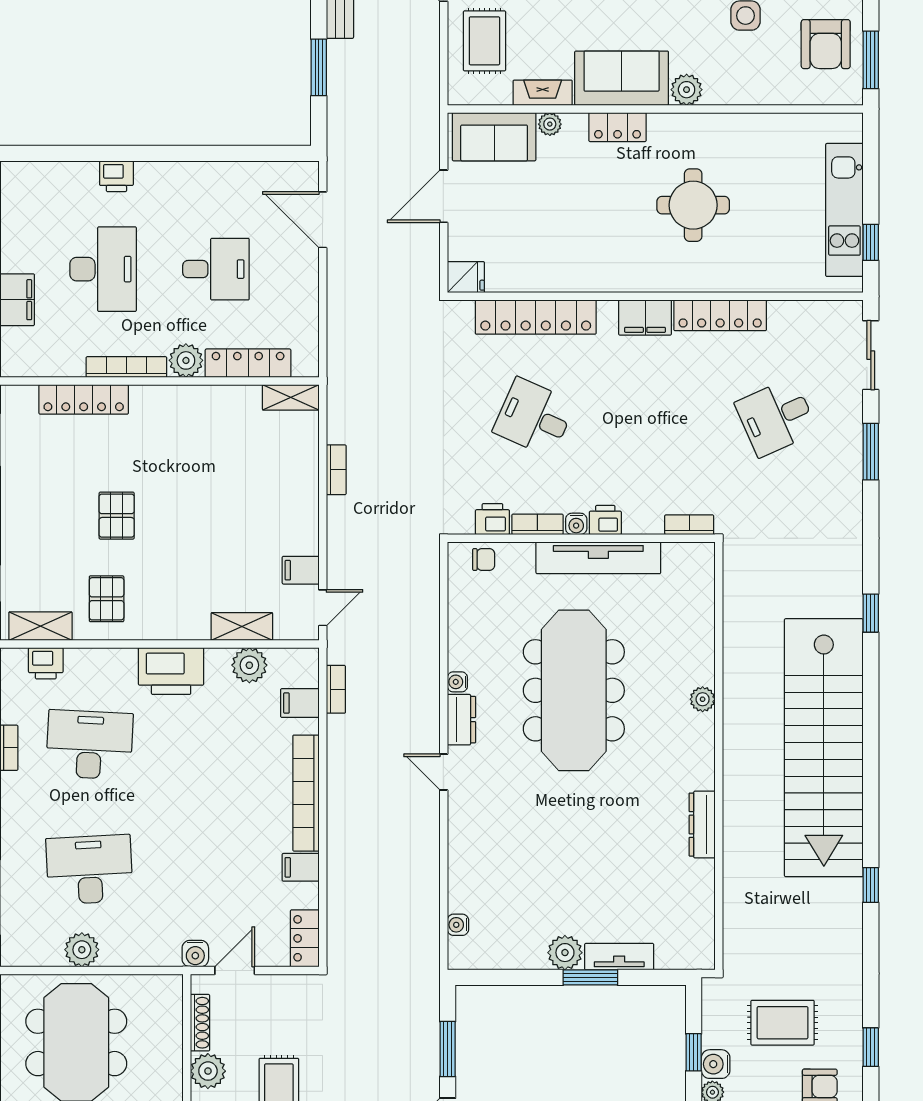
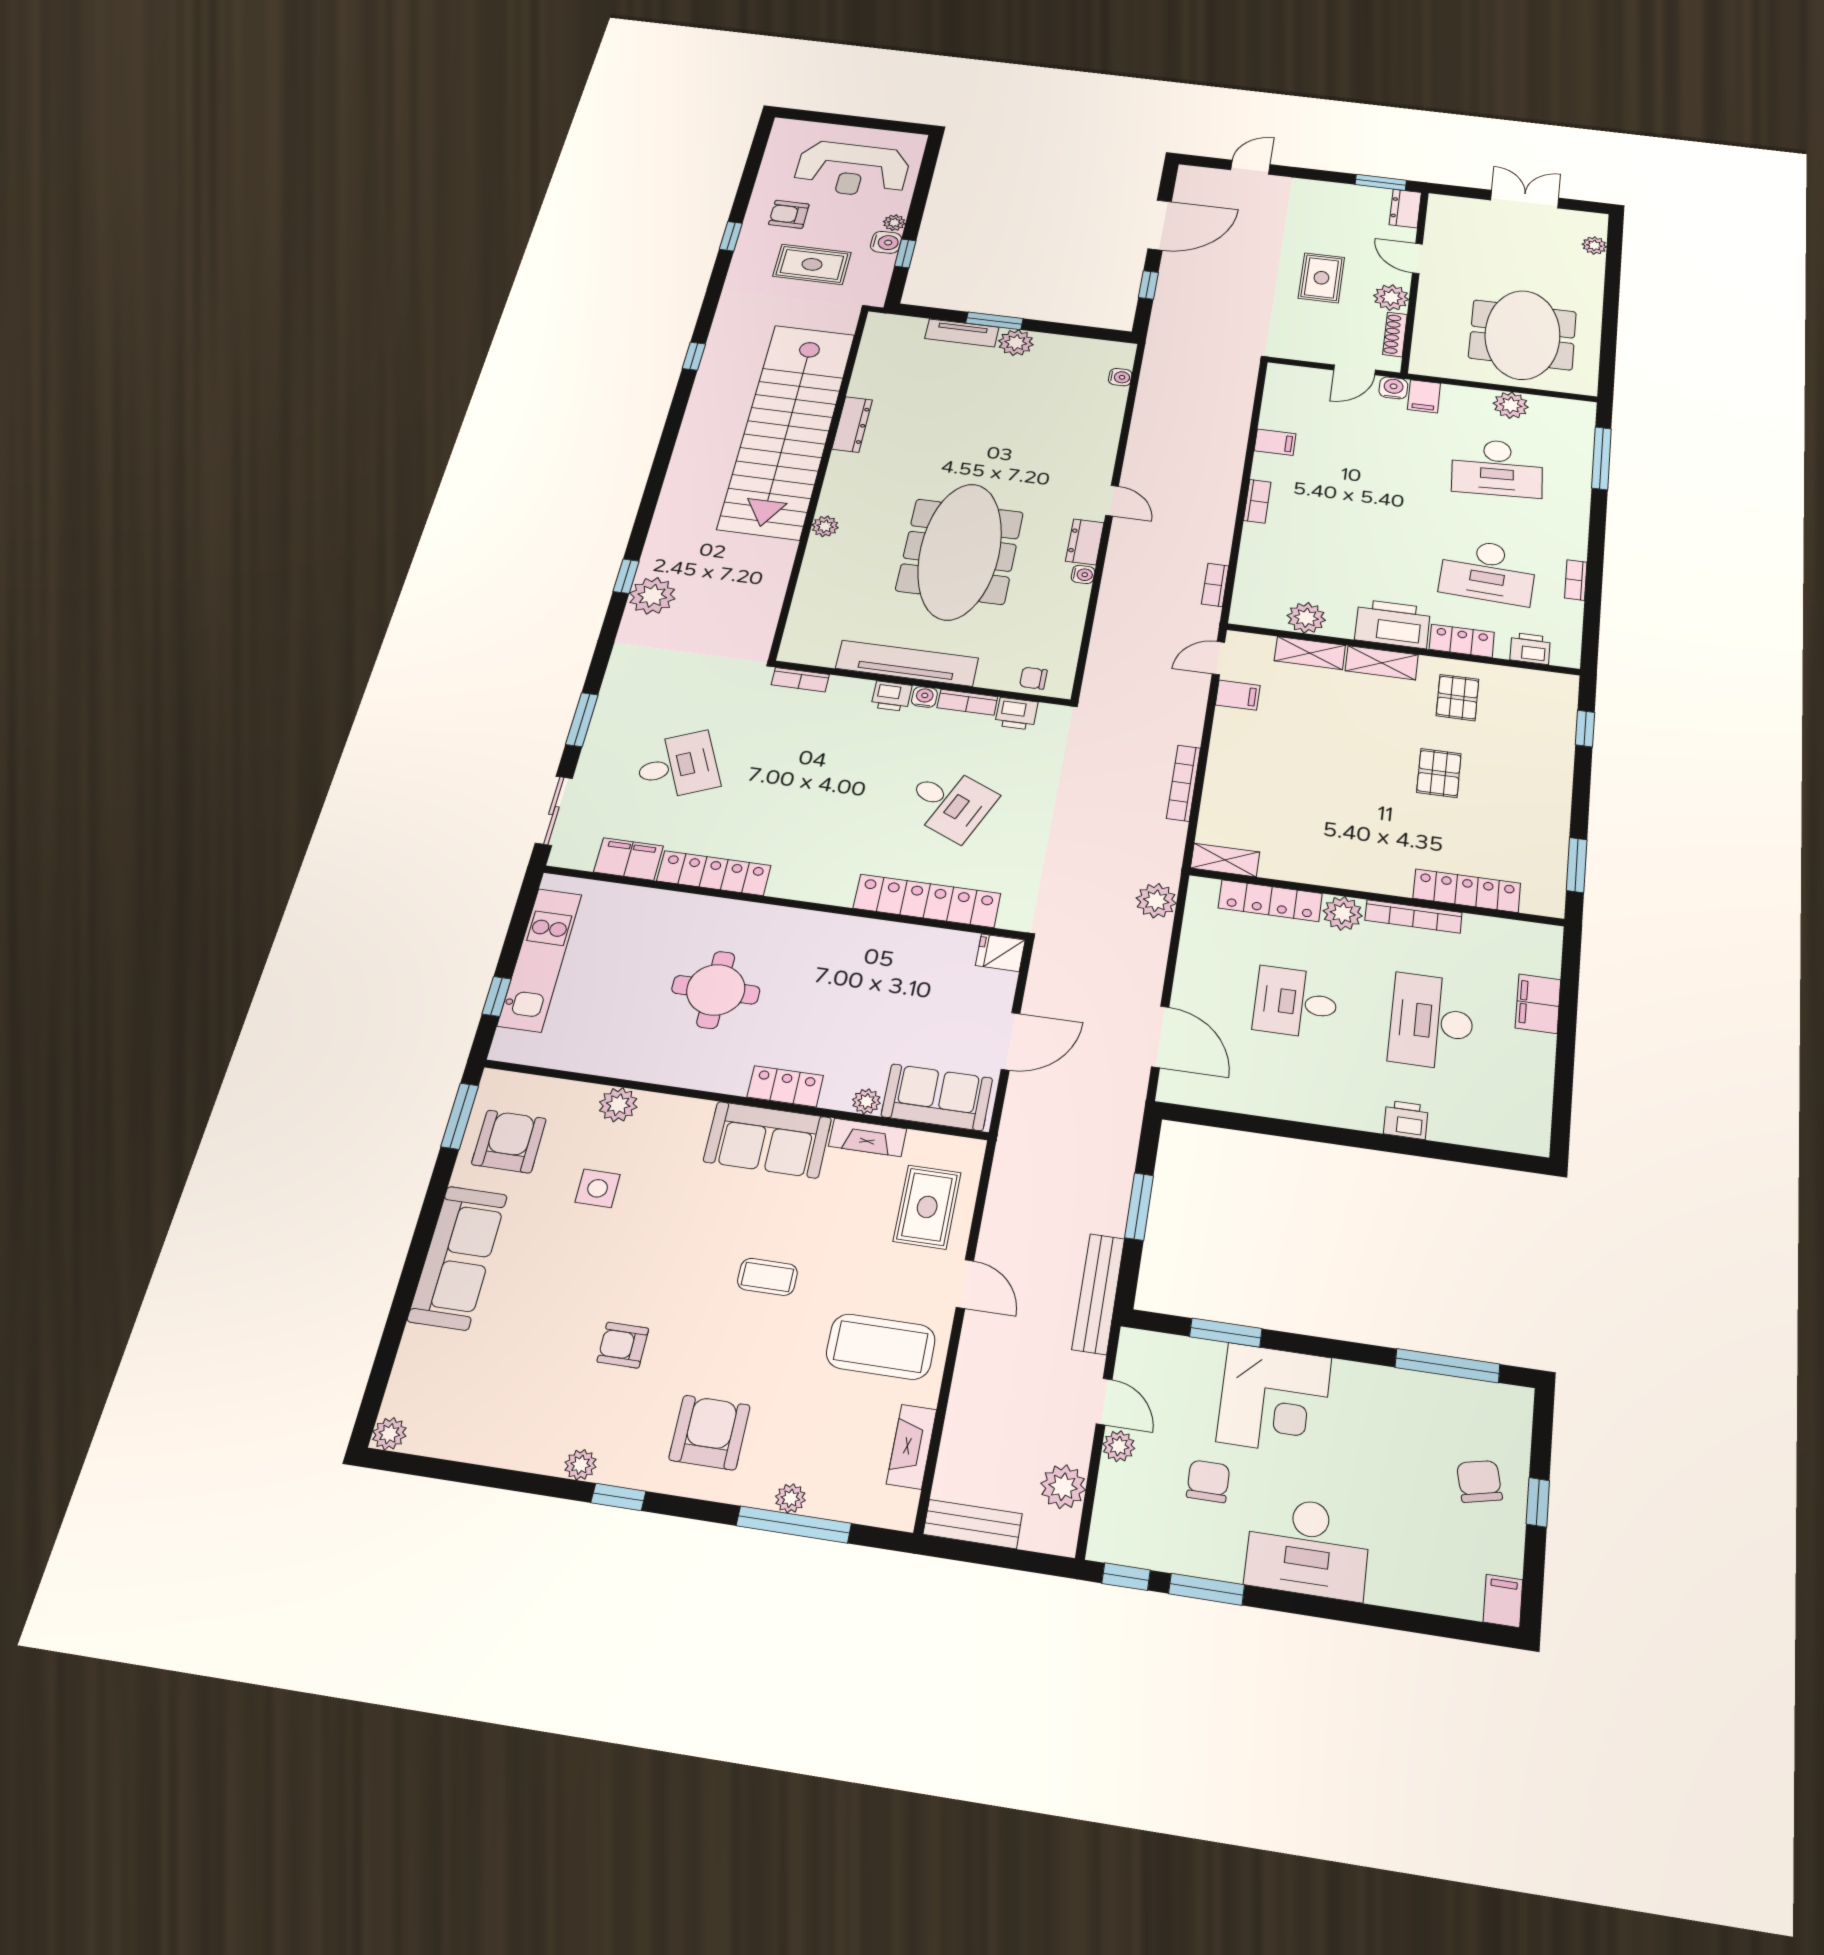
plant: (687, 90) -> (618, 1105), moved
window: (871, 242) -> (497, 996), moved
filing cabinet: (645, 318) -> (629, 859), moved
plant: (344, 348) -> (1156, 901), added
bookcase: (336, 470) -> (1184, 783), width x1.56
plant: (842, 595) -> (652, 596), added
shelving: (40, 626) -> (1382, 663), moved
filing cabinet: (300, 703) -> (1424, 396), moved, turned 90
stairs: (824, 748) -> (787, 430), moved, turned 180
bookcase: (306, 793) -> (1257, 501), width x0.43, depth x0.76
locker: (305, 938) -> (1462, 641), moved, turned -90
window: (448, 1049) -> (1148, 285), width x0.67

